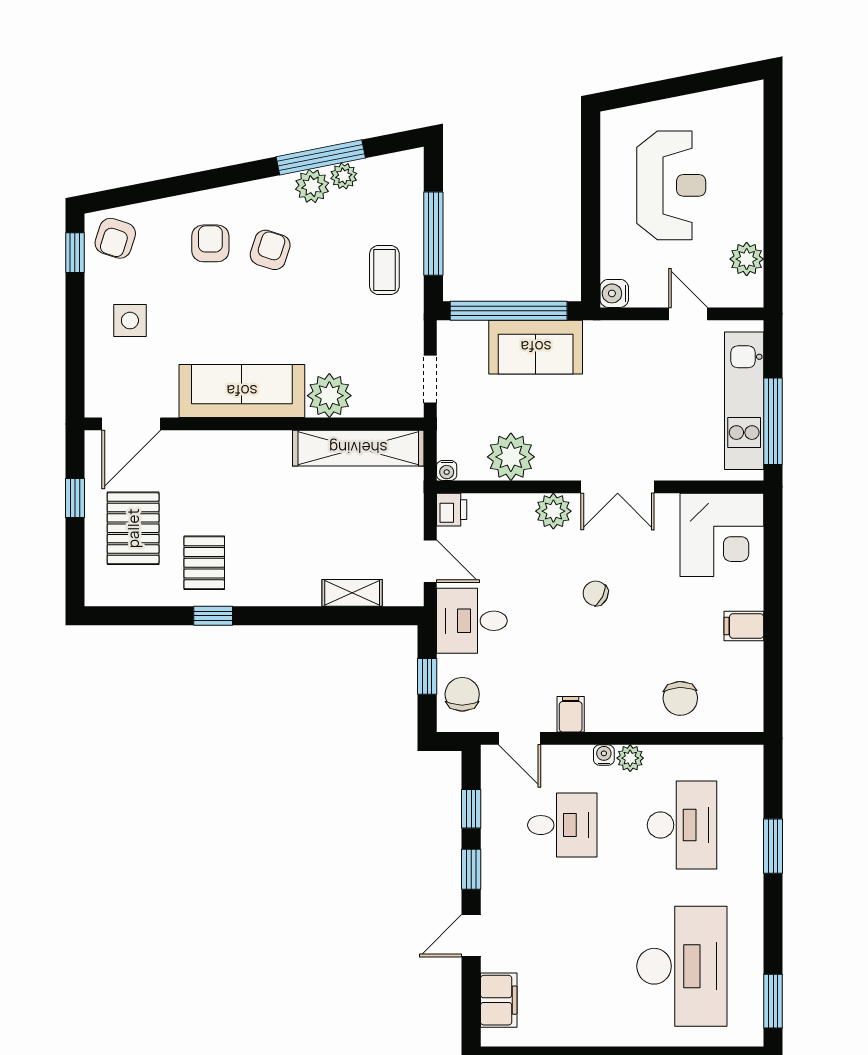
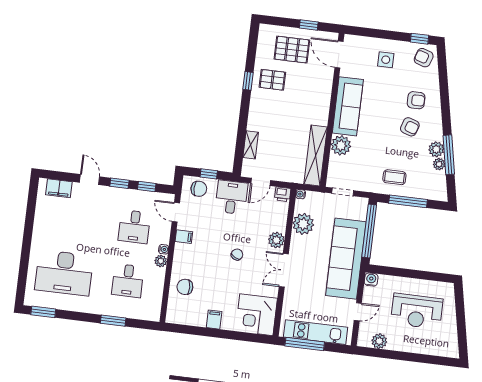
sofa: (536, 347) -> (346, 259), width x1.85, depth x1.27
door: (520, 738) -> (176, 212), hinge flipped
desk: (682, 825) -> (128, 281), width x0.73

